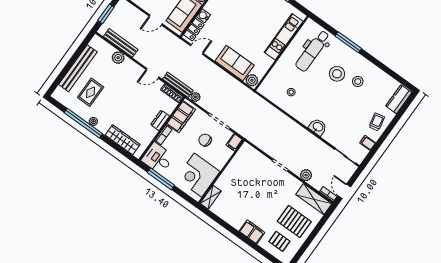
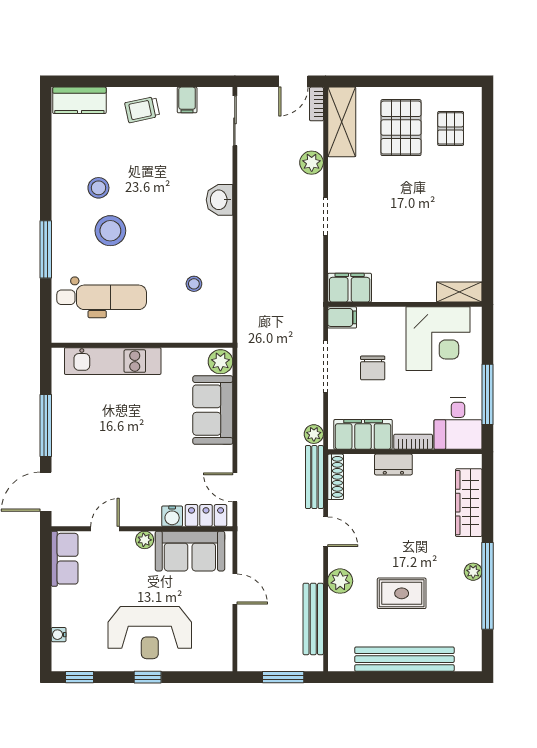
plant: (118, 58) -> (340, 581), moved
rug: (91, 92) -> (402, 593), moved
filing cabinet: (252, 232) -> (350, 288), moved, turned 90

